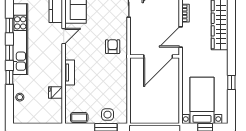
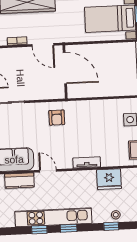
armchair: (113, 47) -> (57, 118), turned -90
window: (9, 77) -> (111, 226), moved
fridge: (56, 92) -> (109, 179), width x1.88, depth x1.34

